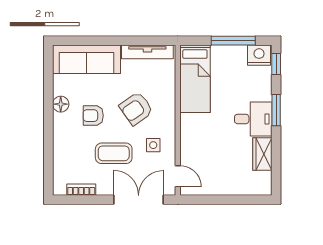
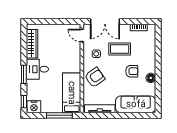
window: (233, 41) -> (59, 115), moved
armchair: (136, 109) -> (95, 77), moved
wardrobe: (262, 154) -> (32, 44), width x1.50

